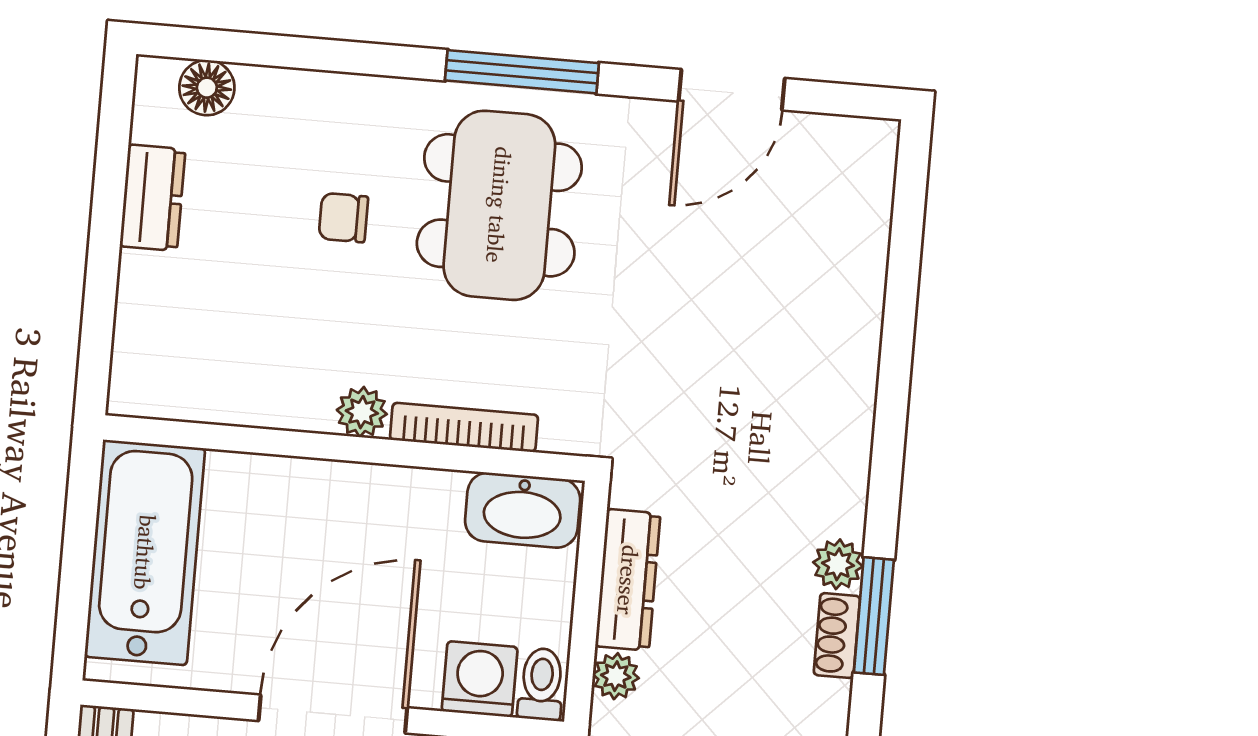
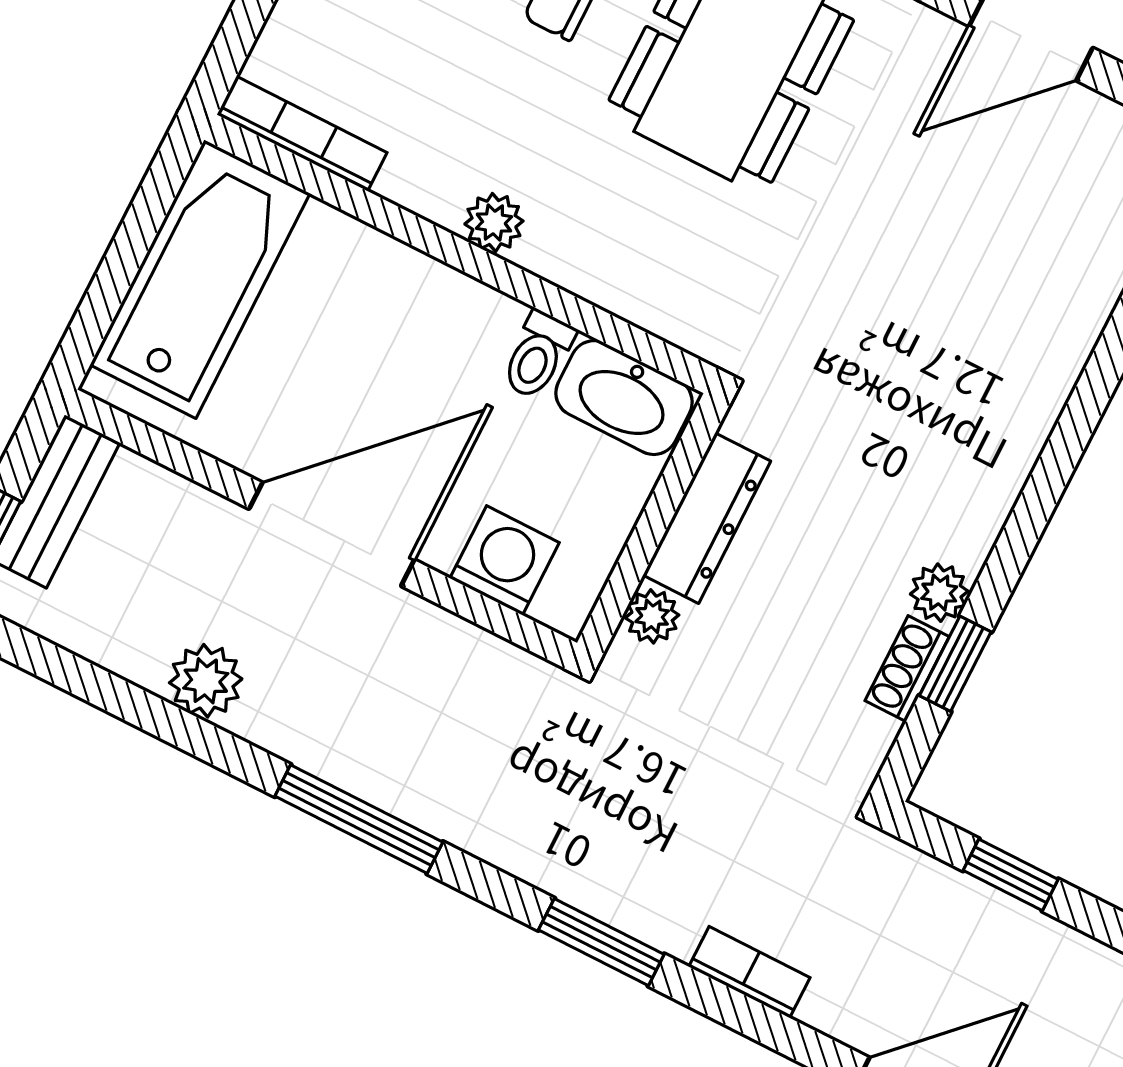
bookcase: (464, 427) -> (302, 134), moved
window: (874, 616) -> (955, 664), width x0.67
toilet: (541, 684) -> (538, 355), moved, turned 180

